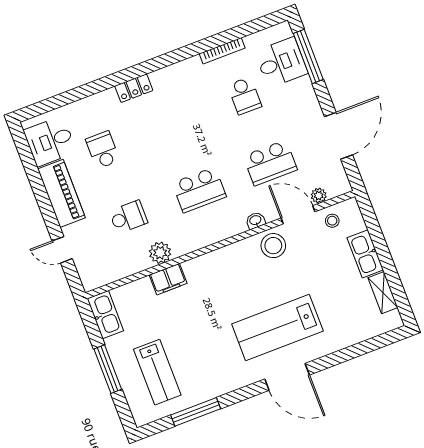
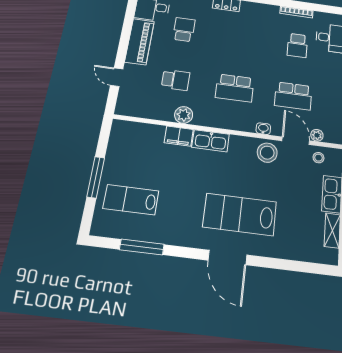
kitchen sink: (105, 315) -> (211, 141), moved, turned 90
lab bench: (157, 372) -> (131, 200), turned 90

